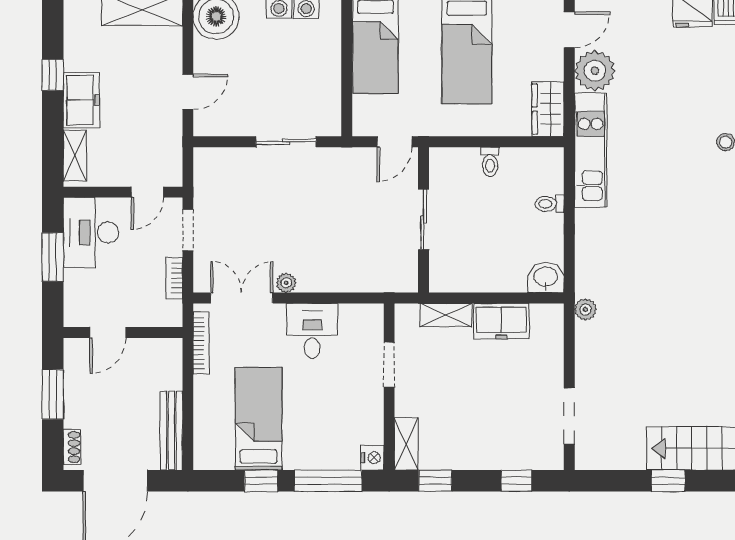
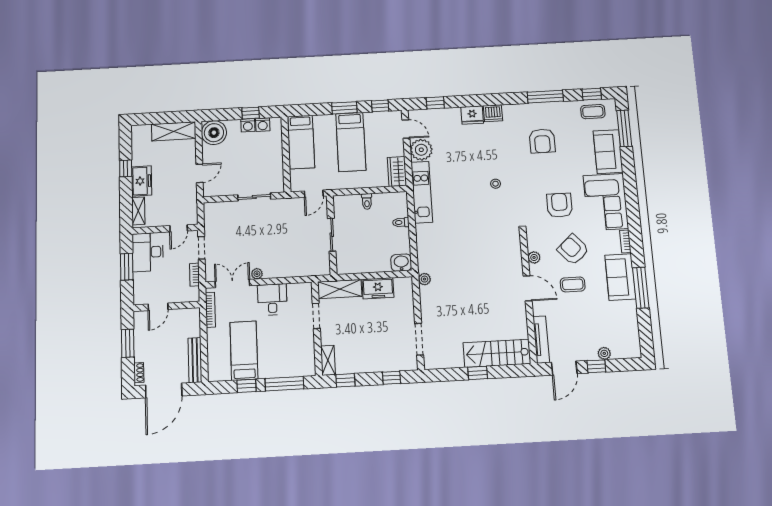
door: (569, 30) -> (406, 129), hinge flipped
shelving: (446, 315) -> (340, 289), width x1.50, depth x1.33
nightstand: (372, 458) -> (309, 369), removed

